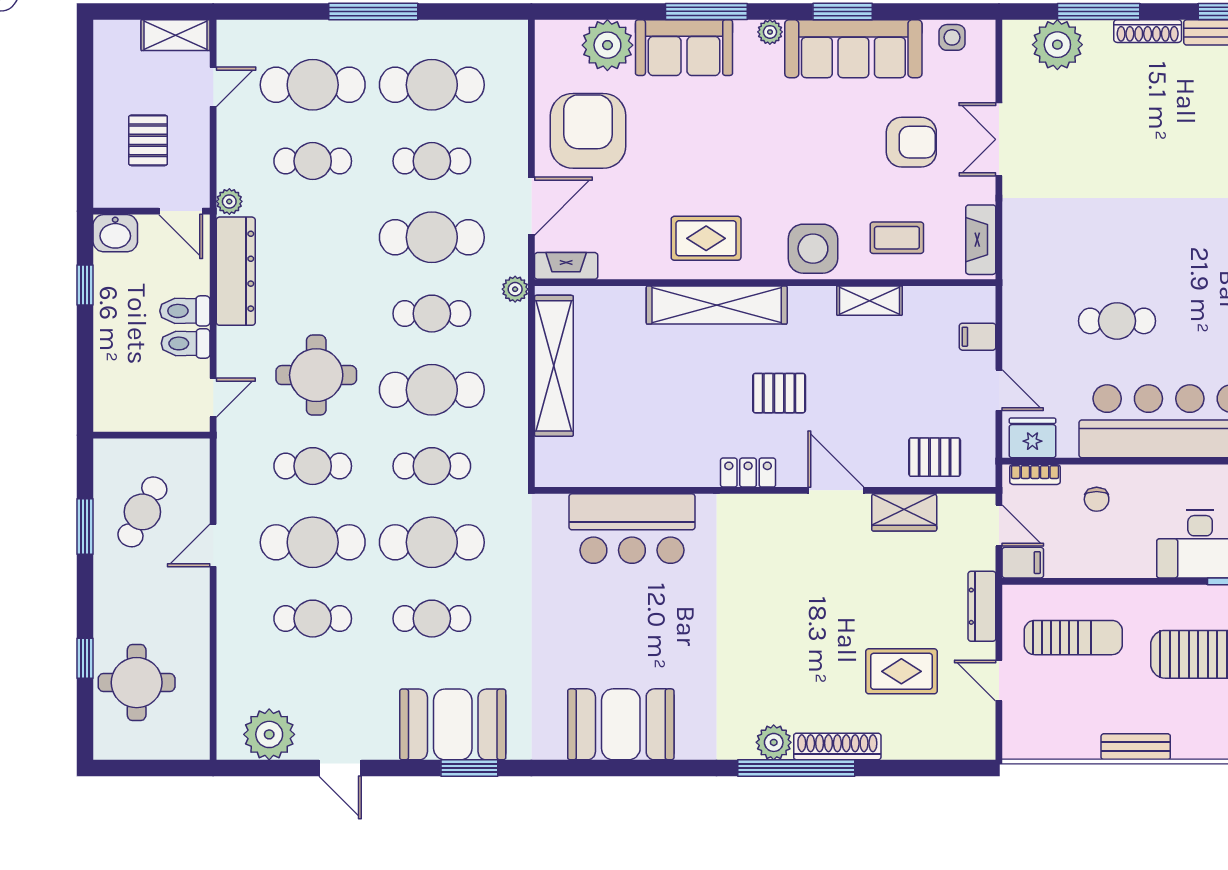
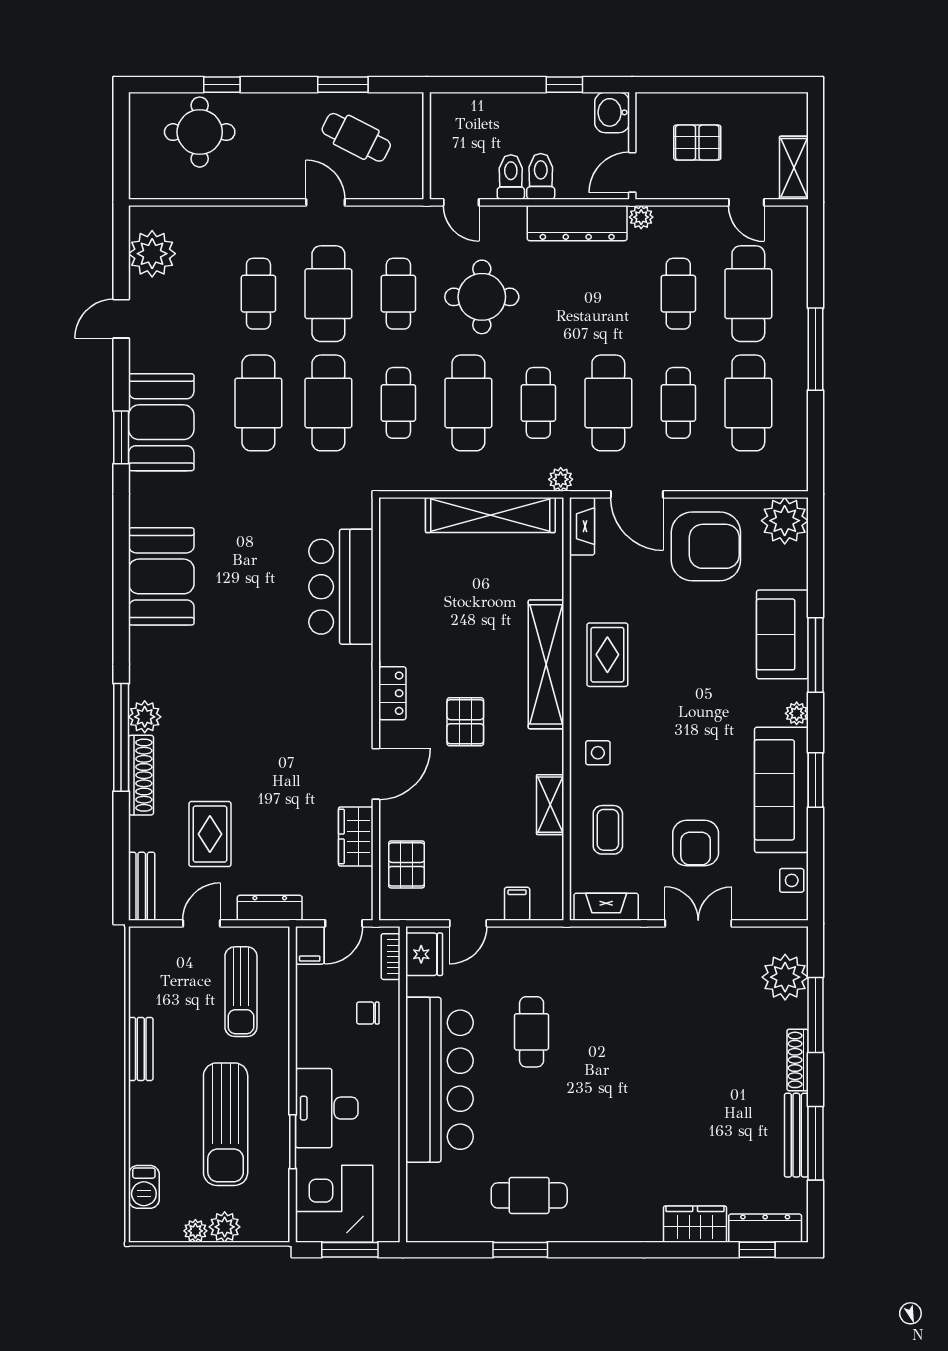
plant: (607, 45) -> (785, 521), moved
side table: (813, 249) -> (598, 753), width x0.54, depth x0.54
cafe table: (432, 619) -> (258, 403), width x1.37, depth x1.35
bench: (958, 746) -> (142, 886), added

